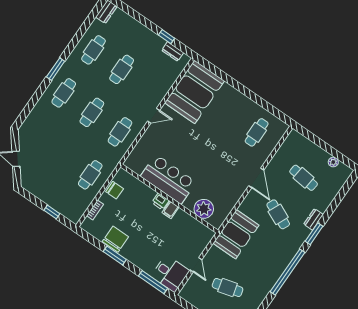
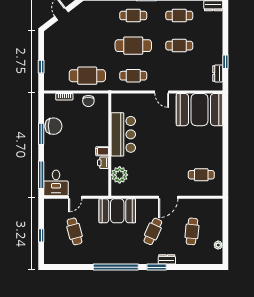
cafe table: (92, 112) -> (133, 46), width x1.37, depth x1.35
cafe table: (90, 175) -> (87, 76), width x1.37, depth x1.35
printer: (160, 202) -> (103, 163), moved

